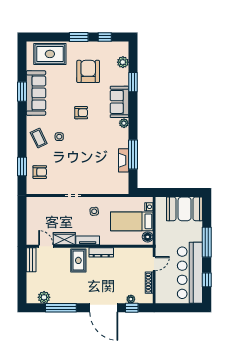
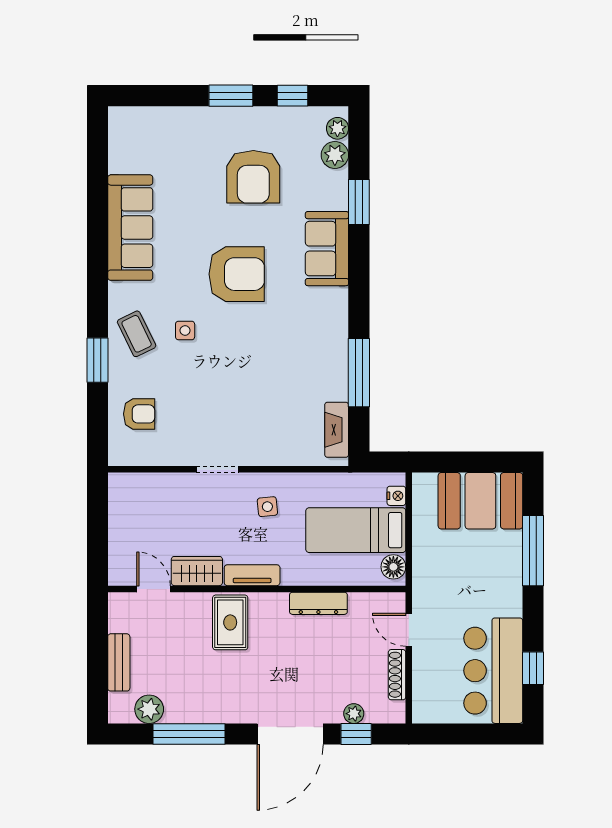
rug: (50, 54) -> (163, 136), removed
armchair: (88, 71) -> (253, 177), turned 180
window: (22, 92) -> (97, 224), removed
armchair: (81, 113) -> (237, 274), width x1.88, depth x1.88
plant: (124, 123) -> (337, 128), moved
fireplace: (124, 160) -> (337, 430), moved
window: (22, 167) -> (97, 360), moved
window: (207, 242) -> (533, 551), moved
dresser: (101, 252) -> (318, 603), moved
bench: (31, 260) -> (119, 662), moved
door: (154, 264) -> (409, 630), swing flipped
bar counter: (190, 273) -> (493, 671), width x0.73
door: (104, 308) -> (290, 734), hinge flipped

